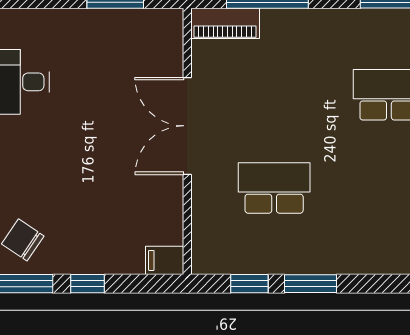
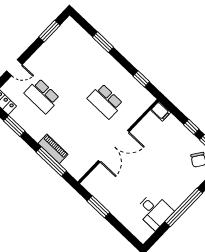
piano: (225, 23) -> (53, 149), moved
window: (310, 284) -> (103, 42), moved

